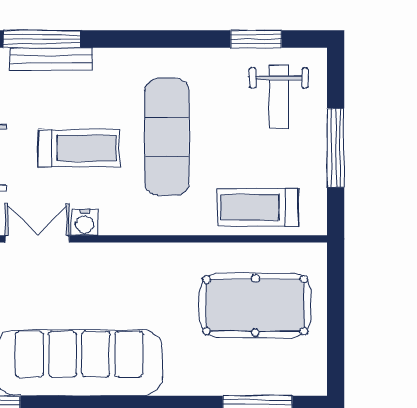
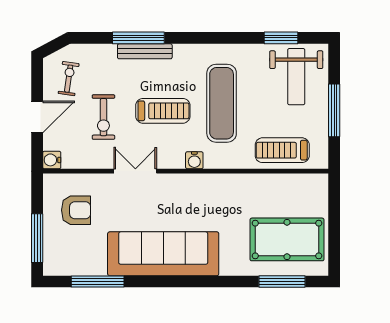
weight bench: (279, 97) -> (296, 77), width x1.36, depth x1.33
water cooler: (85, 222) -> (194, 160), moved
pool table: (255, 305) -> (287, 239), moved

